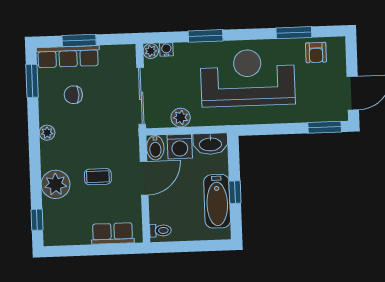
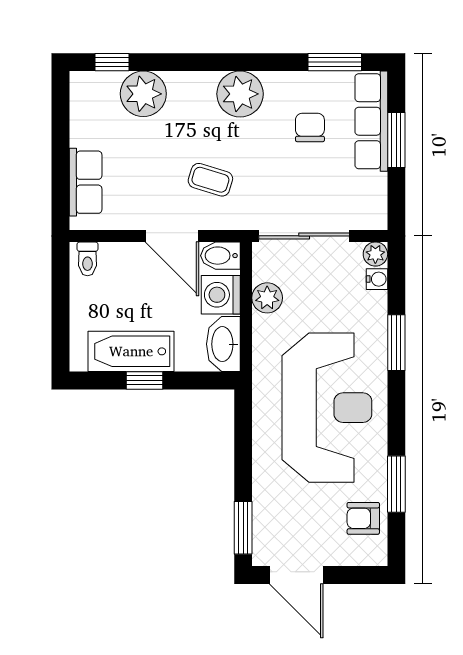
plant: (47, 133) -> (240, 94), width x1.87, depth x1.87
coffee table: (98, 177) -> (210, 180), moved, turned -73
plant: (56, 184) -> (143, 94), moved

